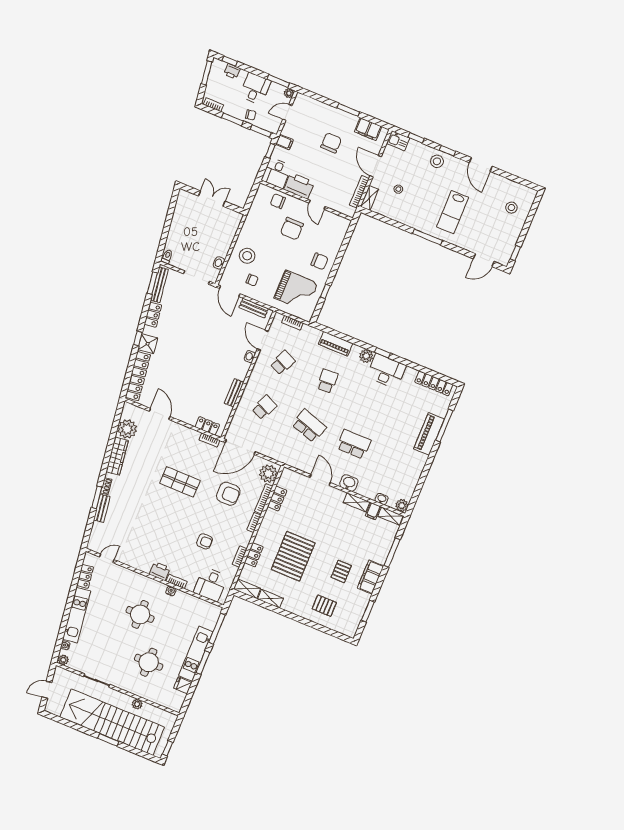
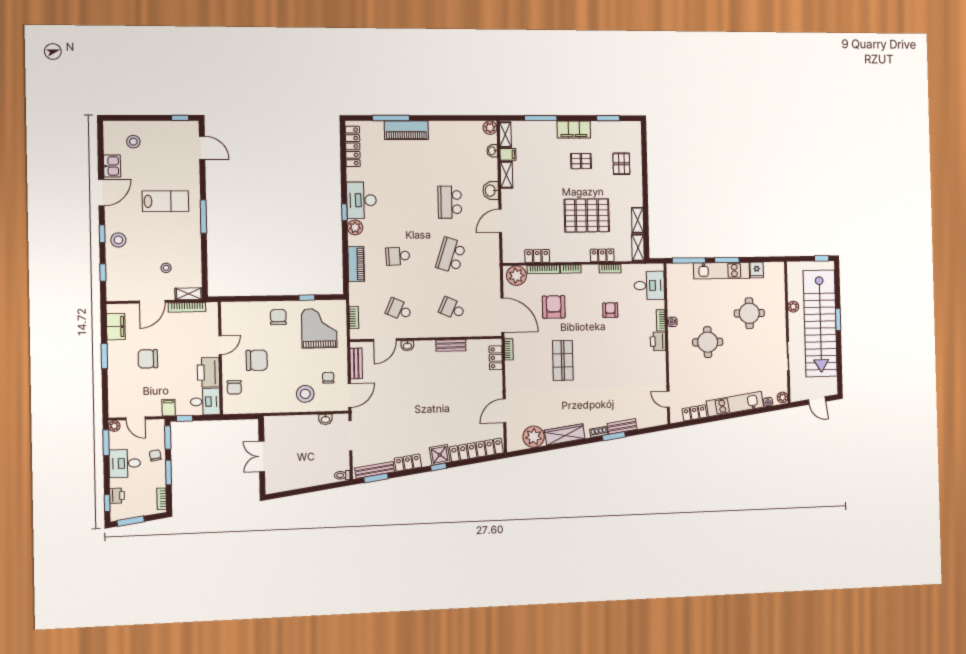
kitchen sink: (398, 141) -> (112, 166), moved

